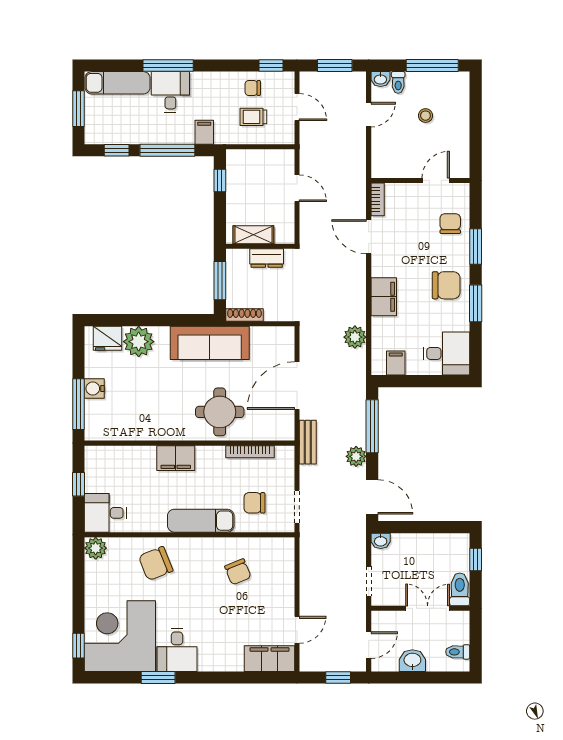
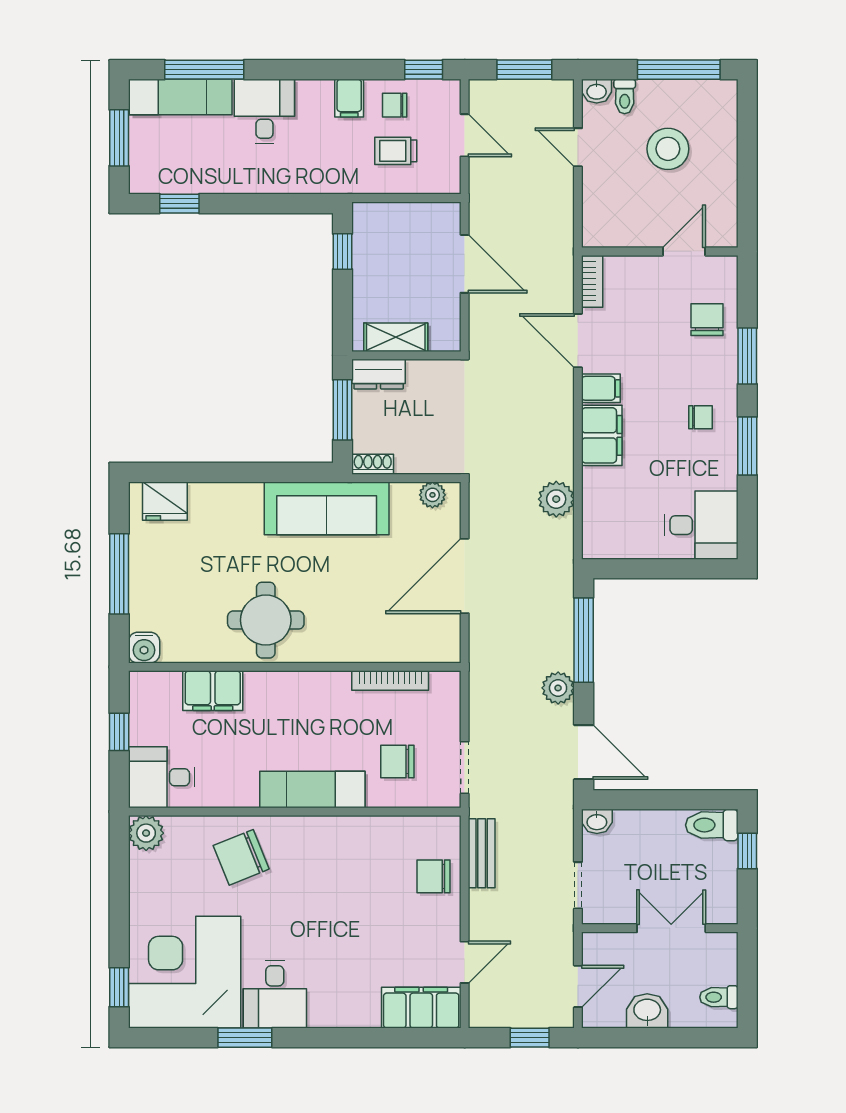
window: (168, 65) -> (204, 70), moved
door: (369, 115) -> (578, 147), swing flipped
stool: (425, 116) -> (668, 149), width x1.89, depth x1.89
filing cabinet: (204, 132) -> (349, 98), moved, turned 180
window: (167, 150) -> (260, 204), removed
door: (297, 188) -> (465, 264), width x1.38
dresser: (267, 258) -> (379, 374), moved
chair: (446, 285) -> (700, 417), width x0.54, depth x0.54
shoe rack: (244, 315) -> (373, 464), width x0.70
plant: (139, 342) -> (432, 495), moved, width x0.53, depth x0.53
filing cabinet: (396, 363) -> (601, 388), moved, turned 90
water cooler: (94, 388) -> (144, 648), moved, turned -90
window: (79, 404) -> (119, 574), moved
round table: (220, 412) -> (266, 620), moved
bench: (308, 442) -> (482, 853), moved
filing cabinet: (176, 458) -> (213, 691), moved
chair: (238, 572) -> (434, 876), moved, turned 112
toilet: (460, 589) -> (712, 825), moved, turned -90

